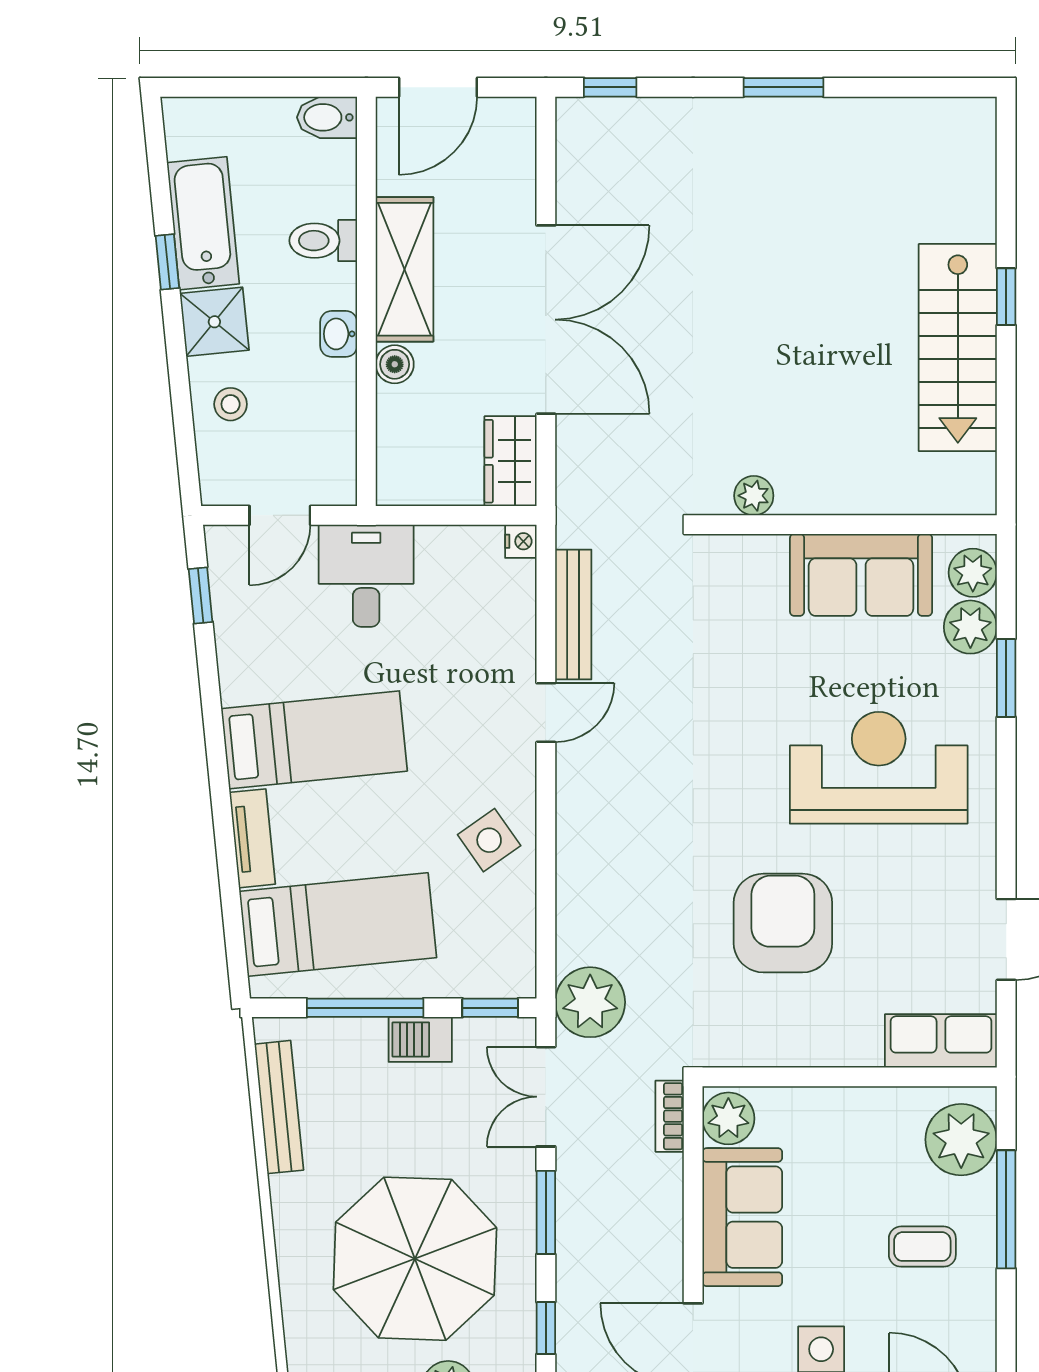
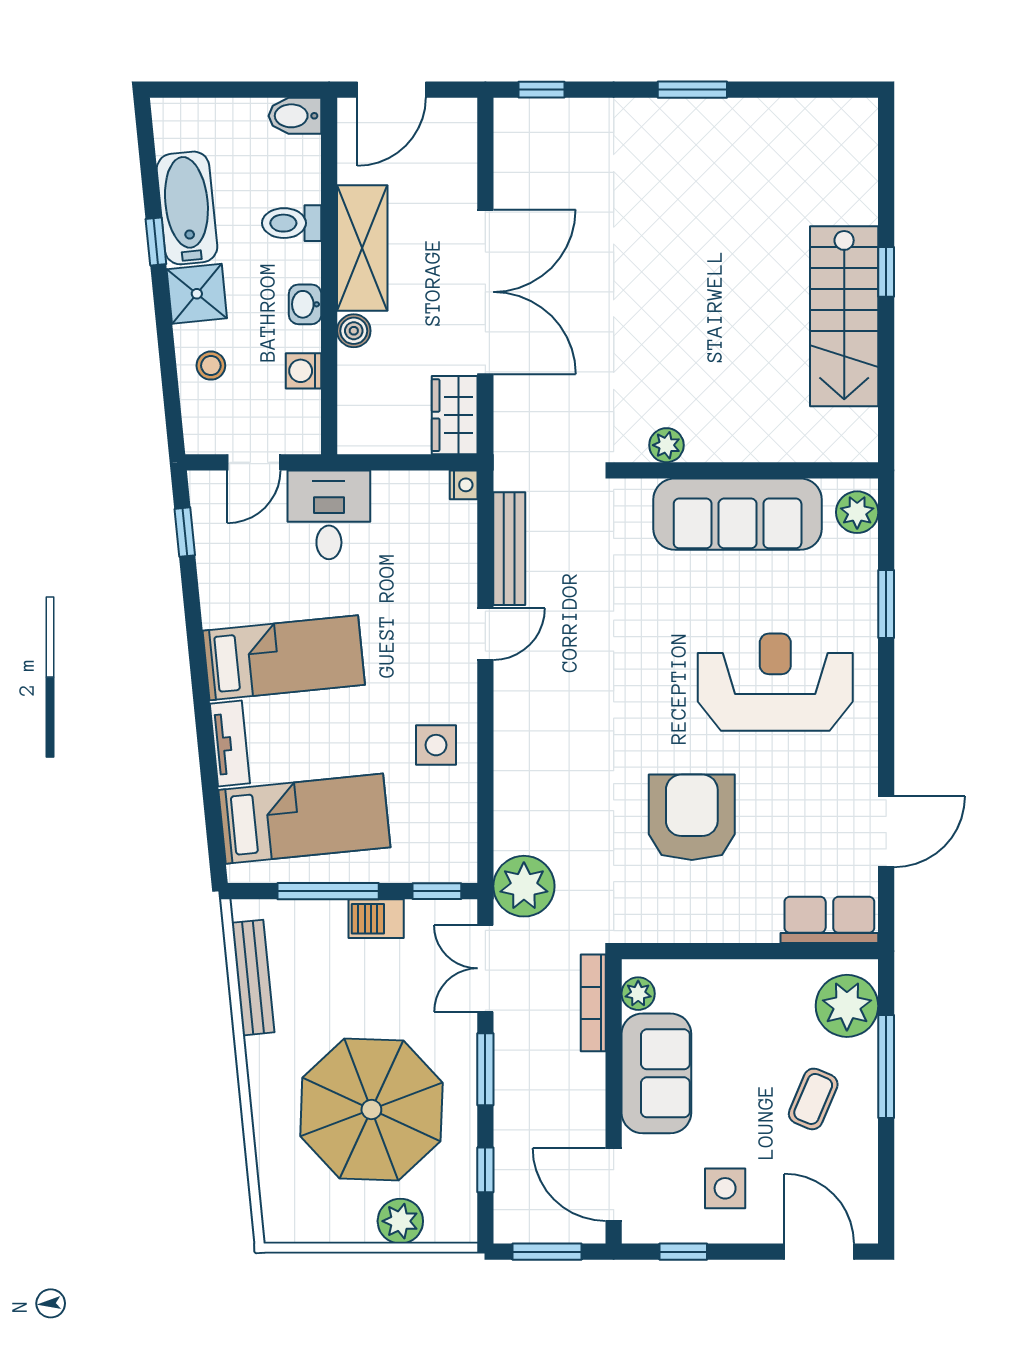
washing machine: (337, 410) -> (303, 371), added
sofa: (861, 575) -> (738, 514), width x1.36
plant: (970, 627) -> (855, 560), removed
side table: (489, 840) -> (436, 745), turned 35
bookcase: (670, 1116) -> (593, 1003), width x1.56
plant: (728, 1118) -> (638, 994), width x0.73, depth x0.73
coffee table: (922, 1247) -> (813, 1099), turned -67

